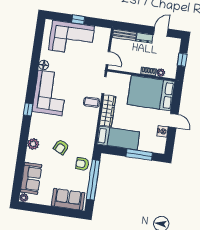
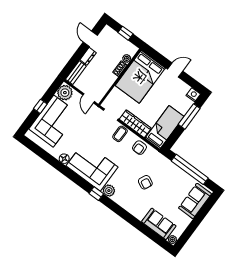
plant: (102, 35) -> (65, 93), added
door: (108, 58) -> (89, 98), swing flipped
nightstand: (163, 131) -> (193, 95), moved
plant: (33, 144) -> (109, 191), moved
armchair: (82, 164) -> (139, 148), moved

